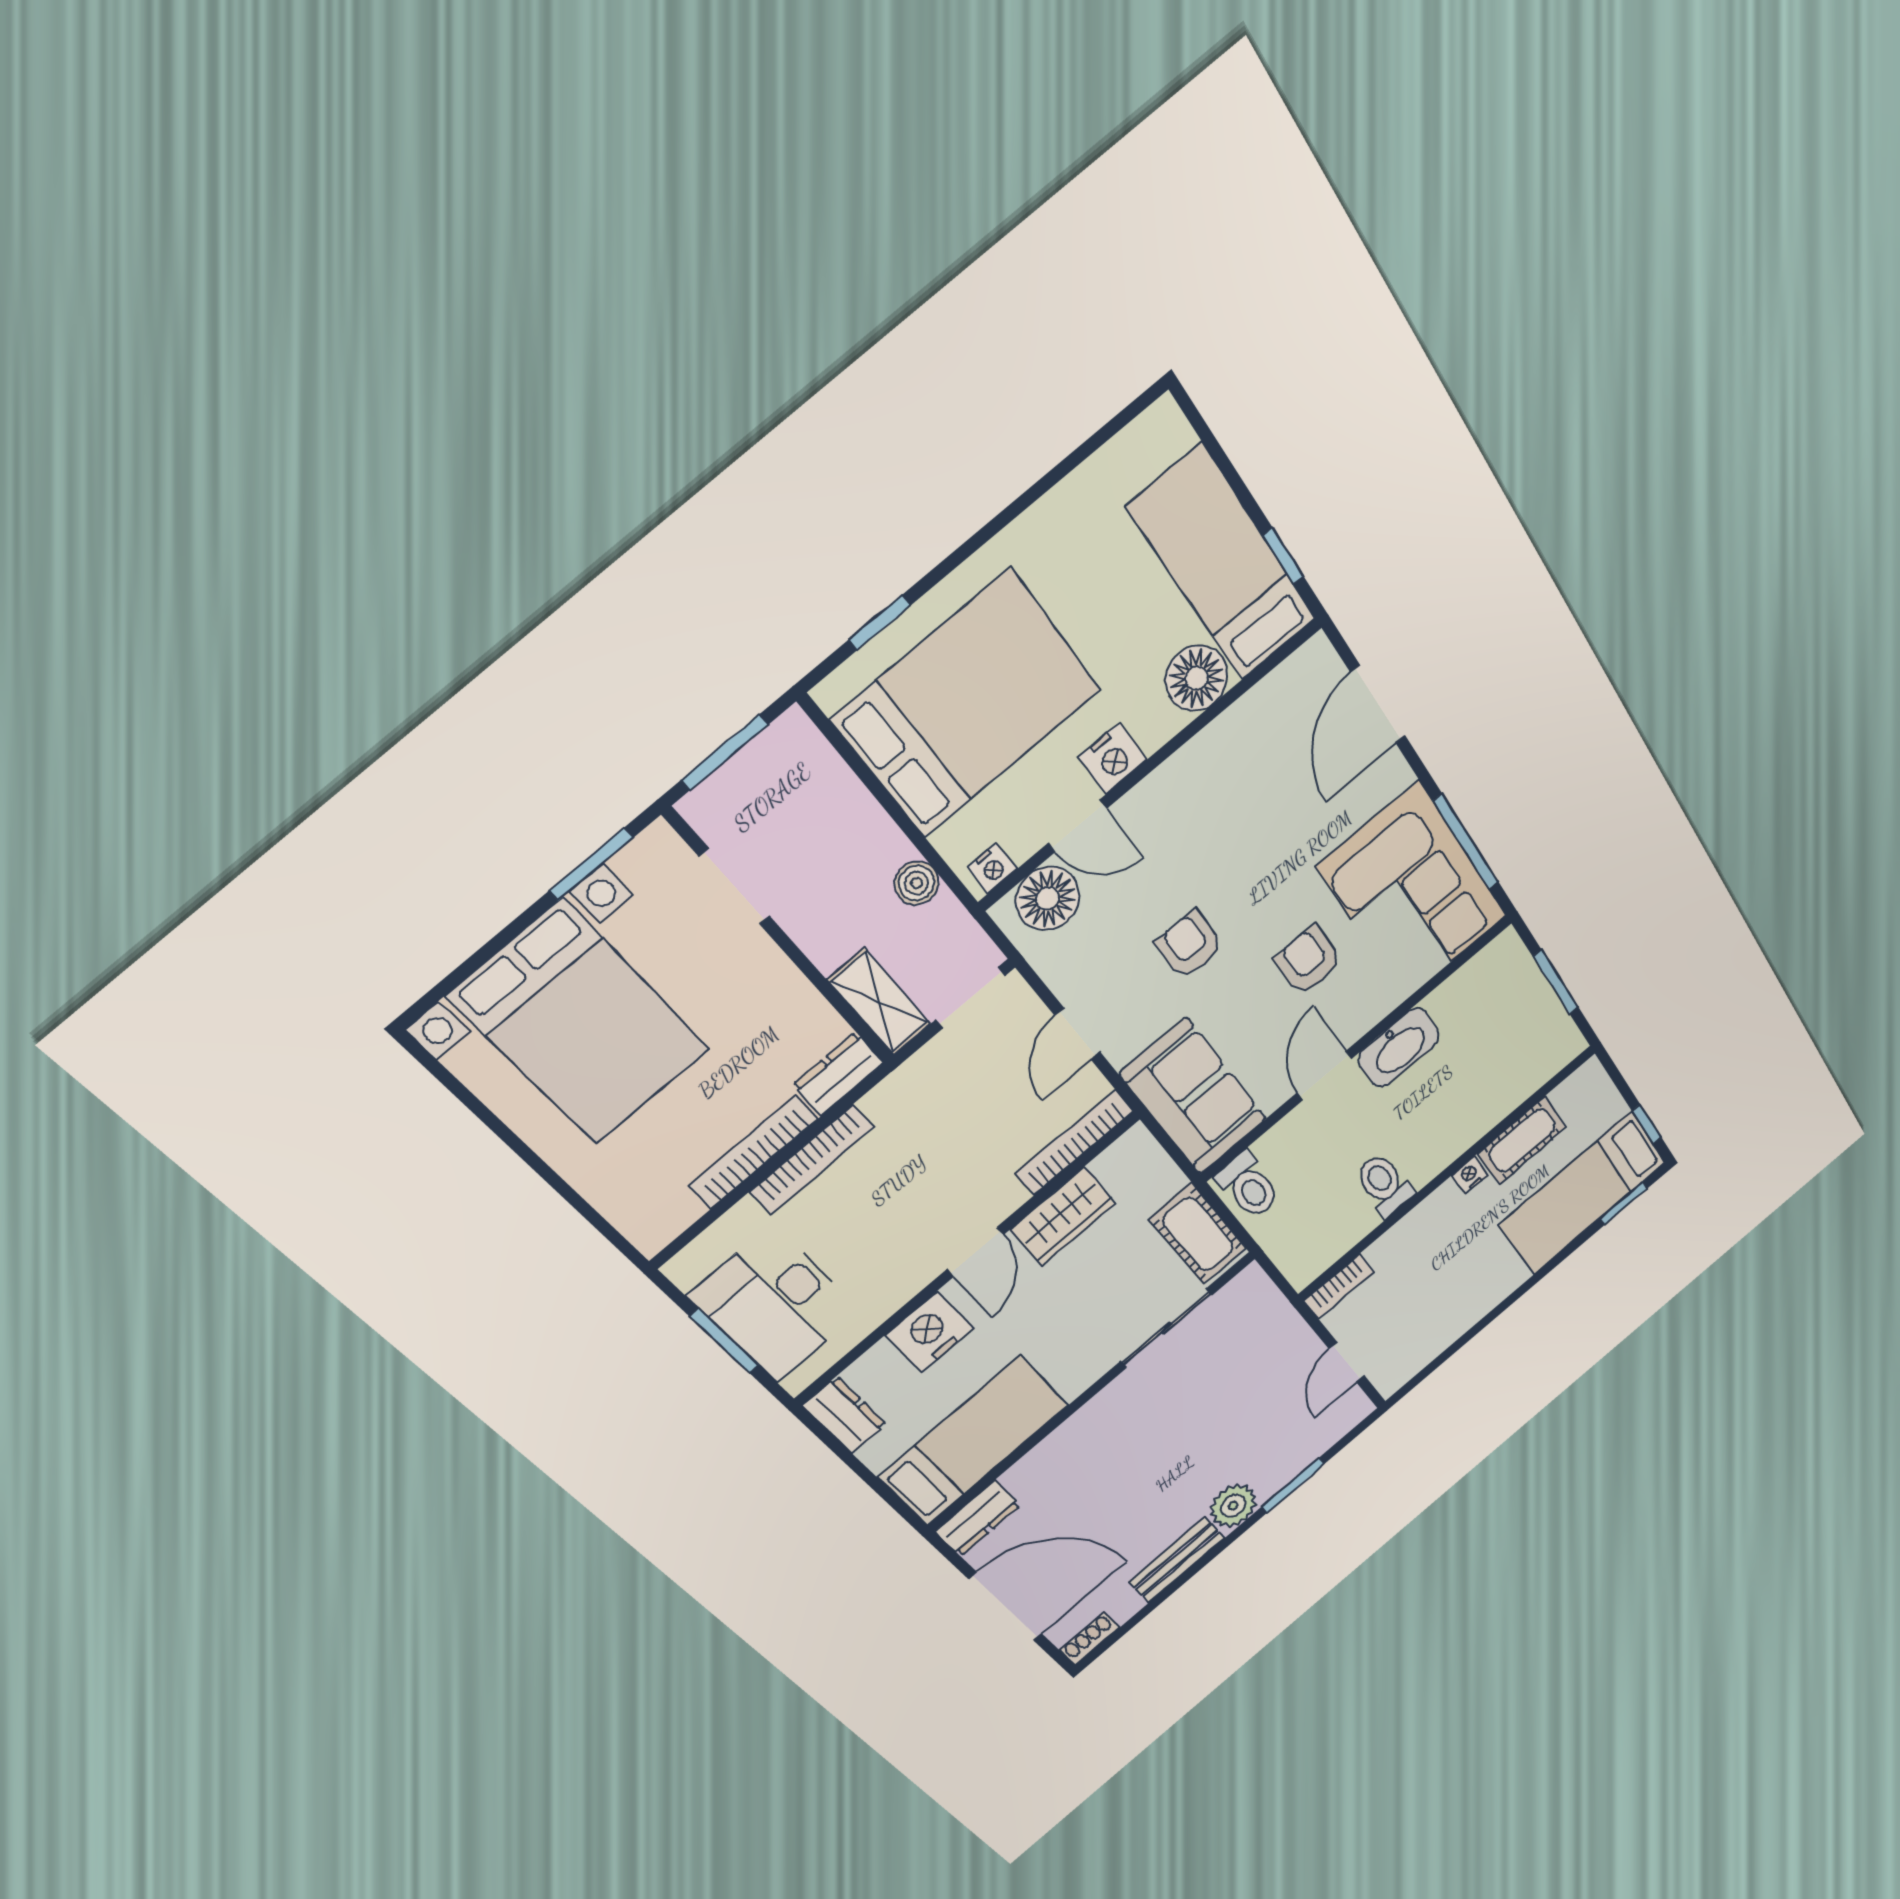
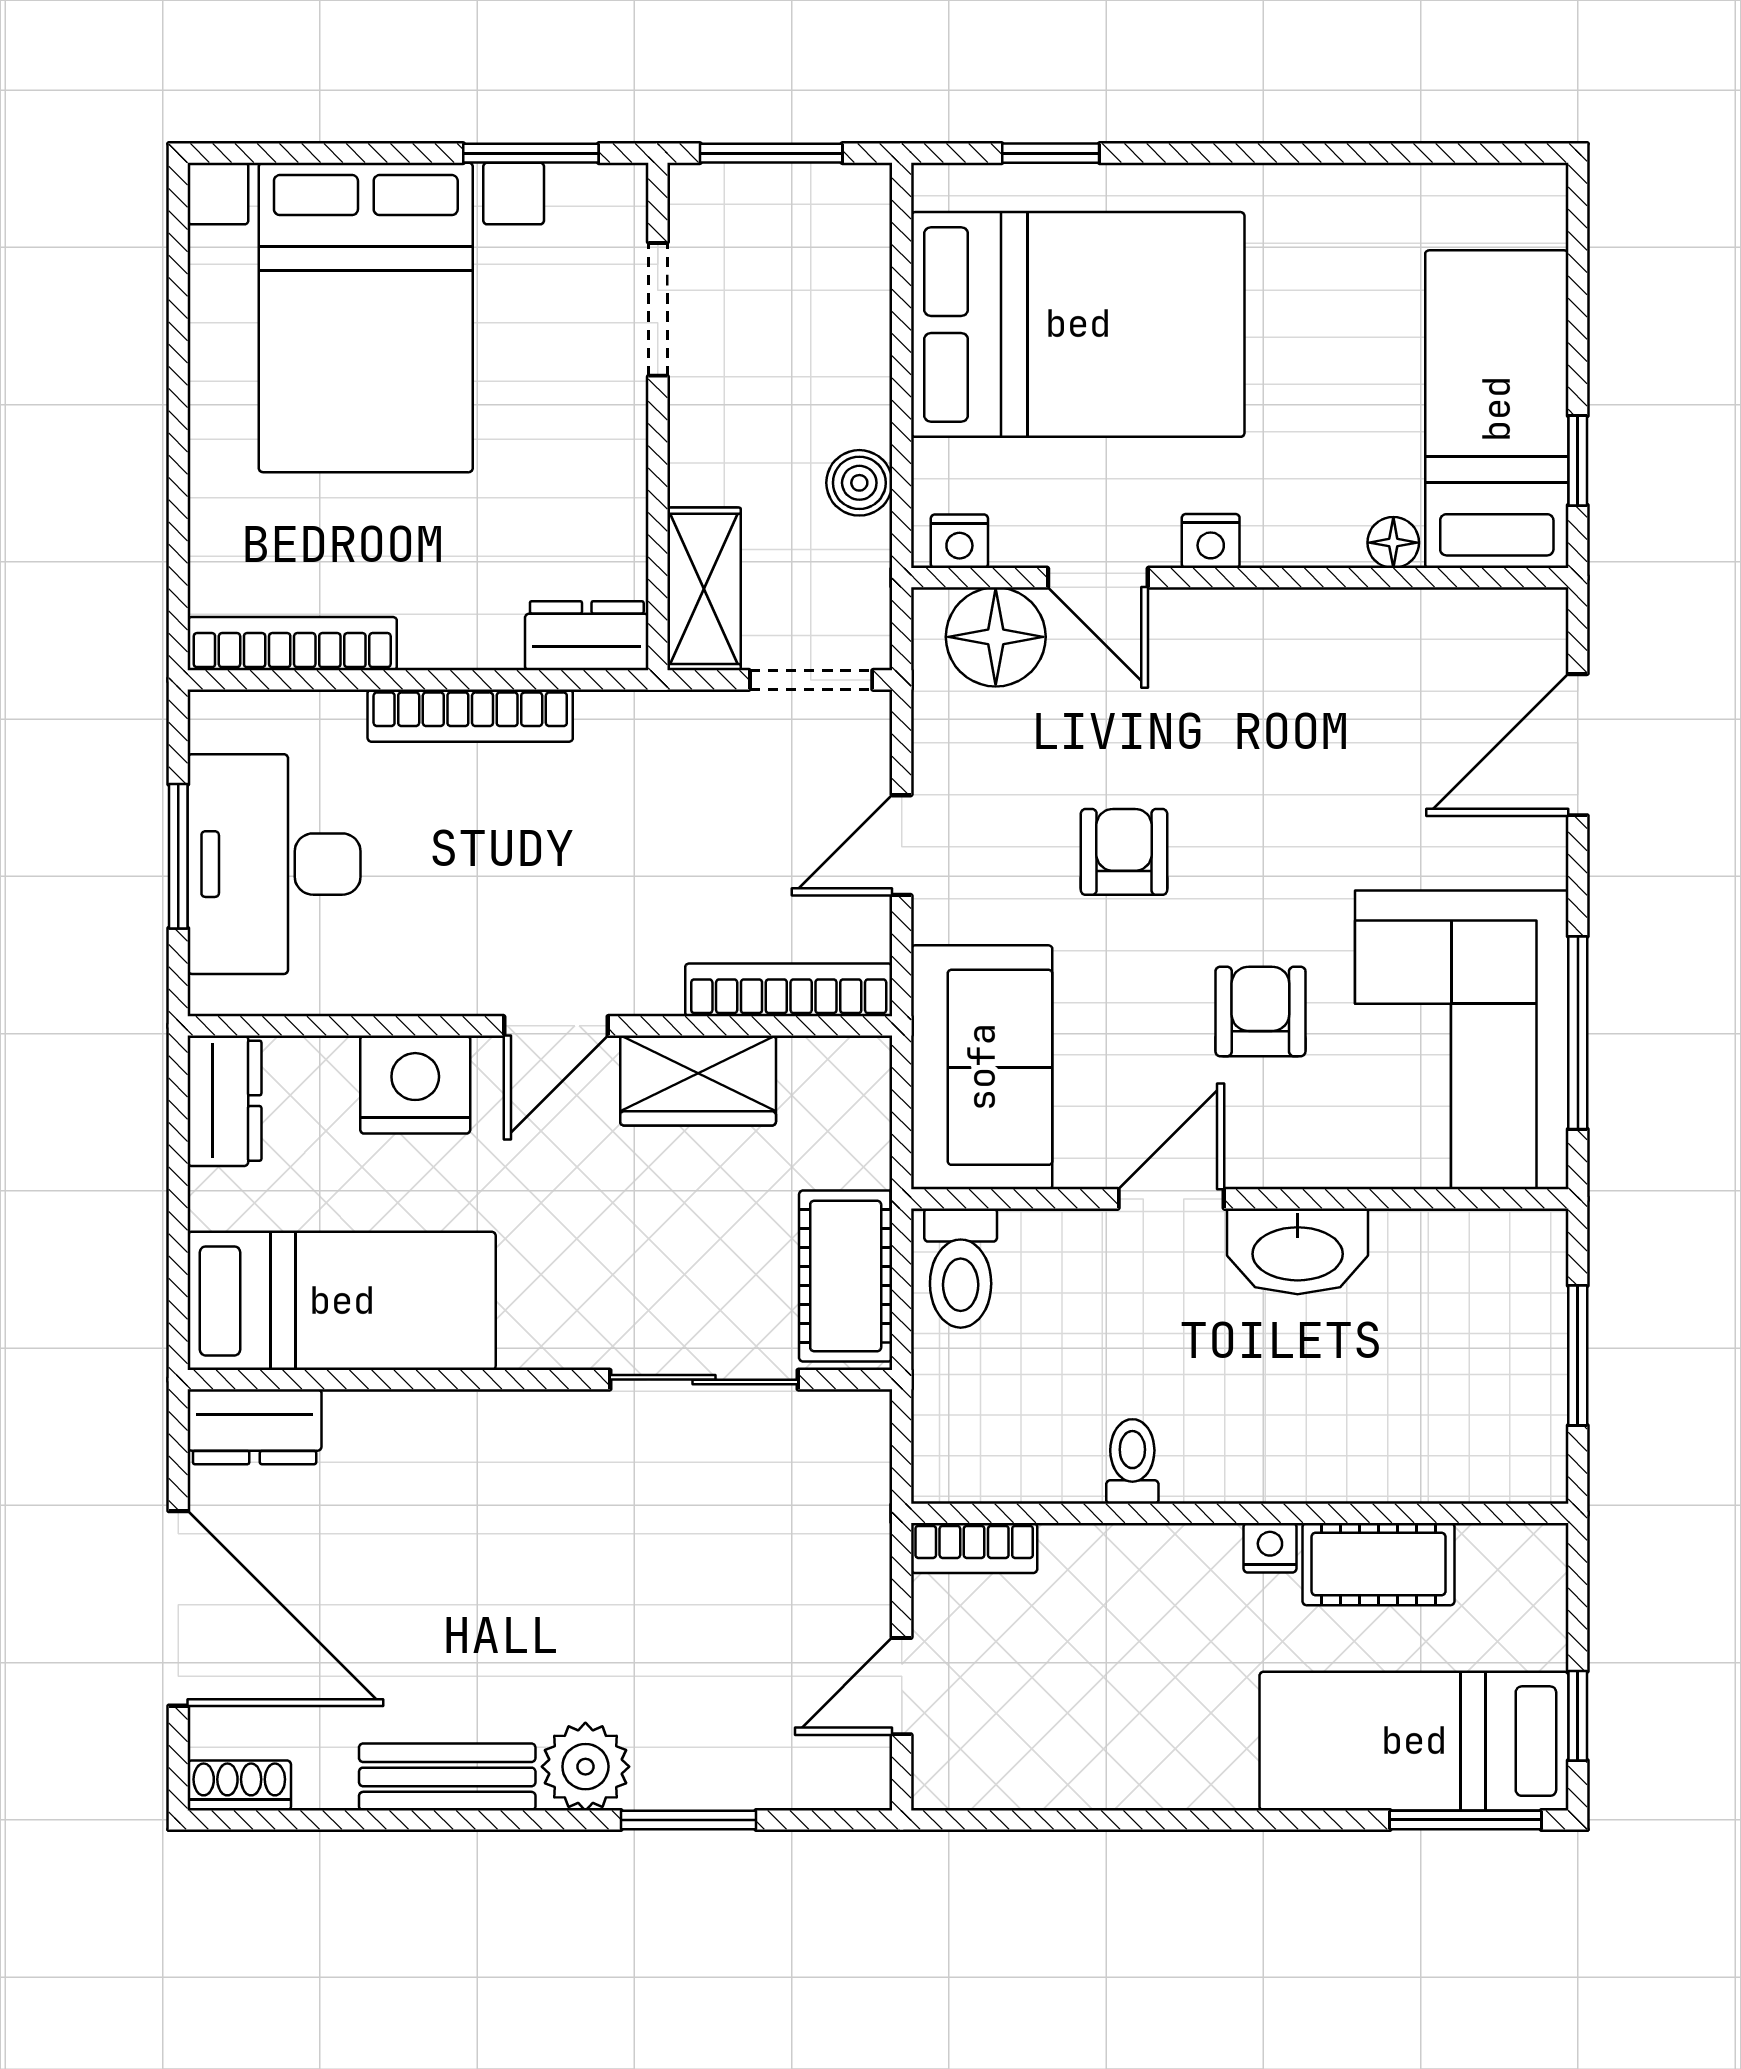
floor lamp: (1197, 678) -> (1393, 543), width x0.53, depth x0.53
nightstand: (1113, 759) -> (1211, 541), width x0.72, depth x0.74
bookcase: (753, 1152) -> (292, 644), moved
toilet: (1384, 1184) -> (1132, 1461), width x0.73, depth x0.72
window: (1624, 1203) -> (1466, 1820), width x1.50

